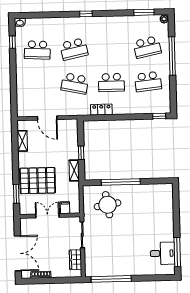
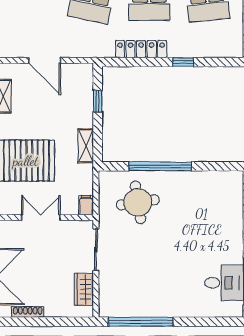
locker: (101, 110) -> (141, 49), width x1.53
window: (159, 116) -> (183, 62), moved
window: (81, 153) -> (98, 101), moved
filing cabinet: (65, 208) -> (86, 205), moved

